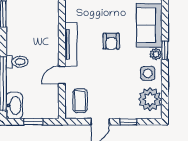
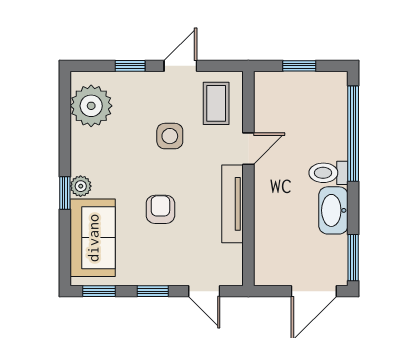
side table: (148, 73) -> (170, 136), moved
washbasin: (14, 105) -> (333, 210), moved

